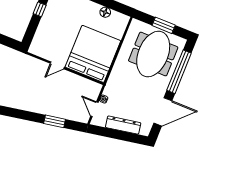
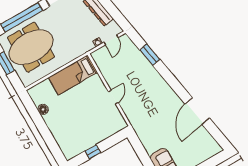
bed: (93, 54) -> (73, 75), width x0.49
door: (57, 65) -> (113, 97), hinge flipped

